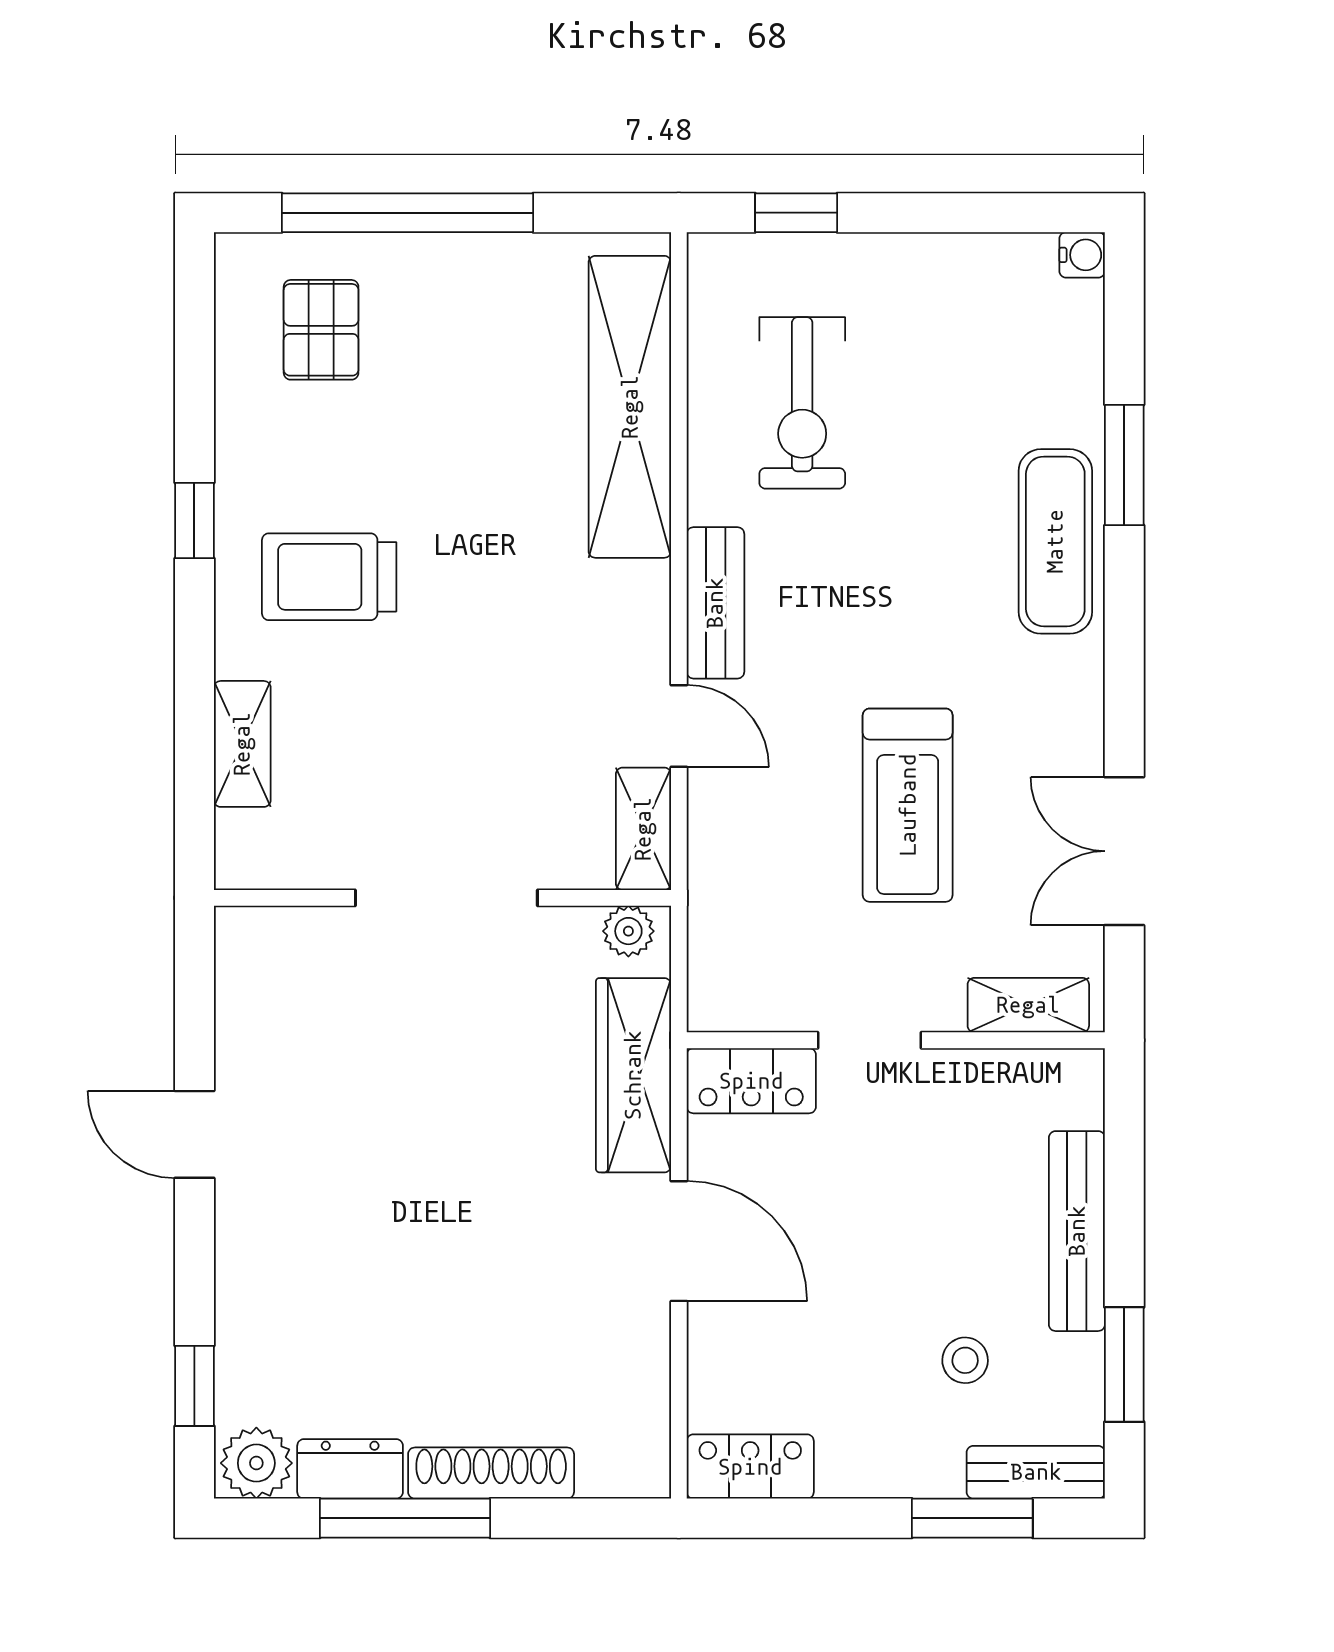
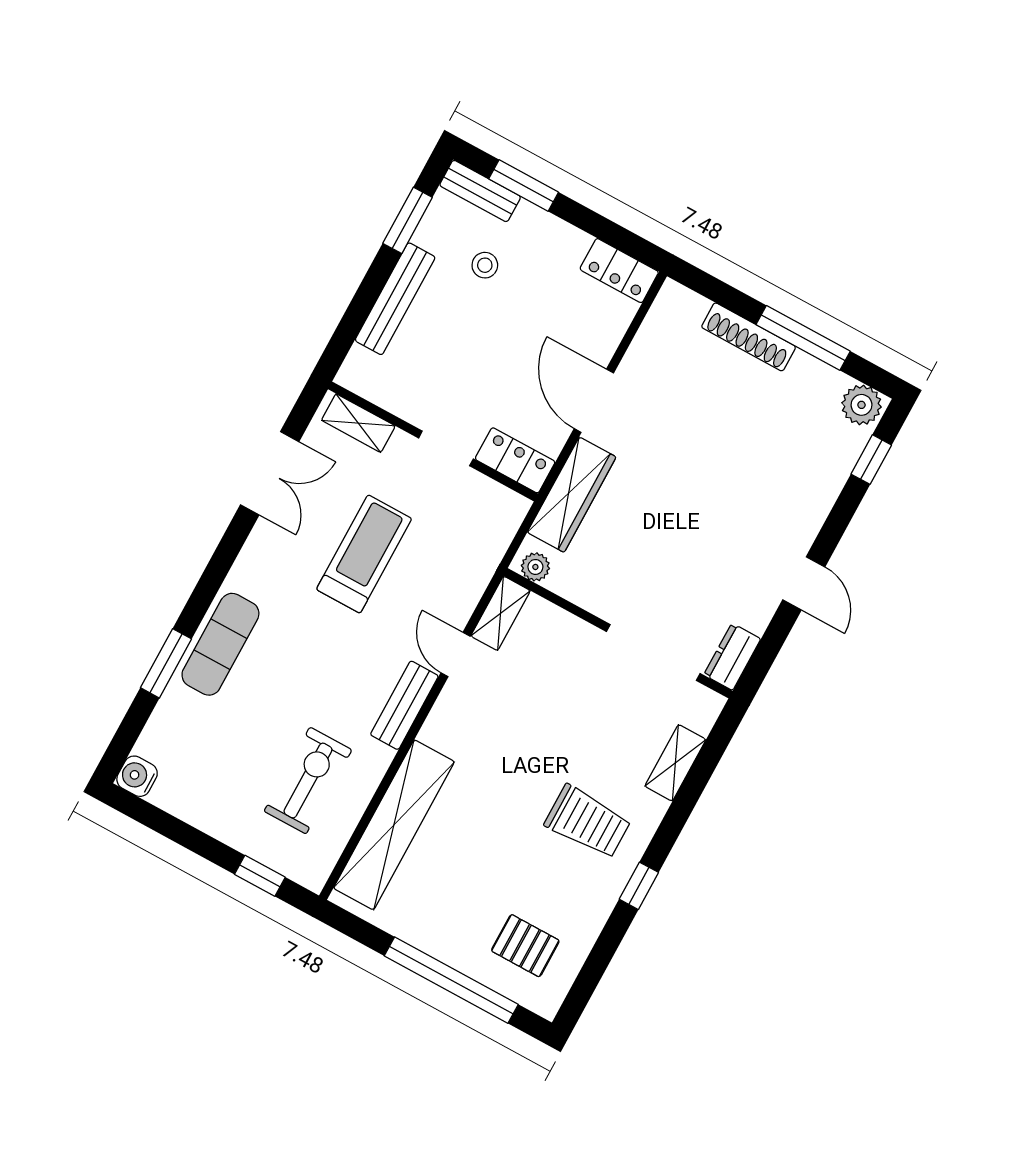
water cooler: (1082, 255) -> (137, 776), width x1.38, depth x1.38
pallet: (321, 330) -> (525, 946), turned 90
doorway: (446, 898) -> (653, 653), moved
dresser: (350, 1469) -> (732, 657), moved, turned 90

